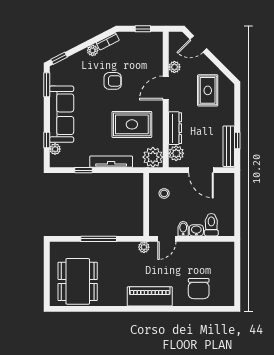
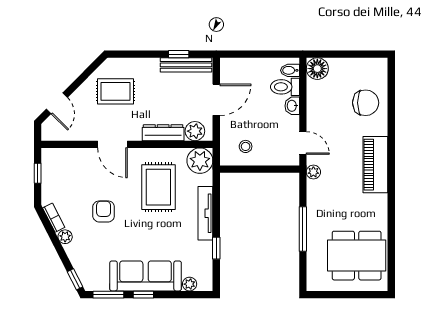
plant: (174, 67) -> (86, 133), removed
window: (47, 140) -> (143, 295), moved
bidet: (183, 229) -> (290, 70), moved
floor lamp: (226, 250) -> (317, 69), added

